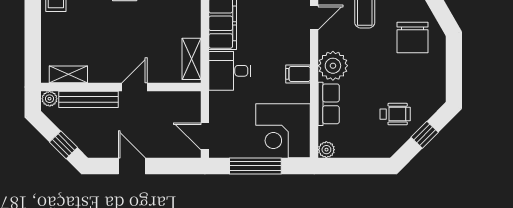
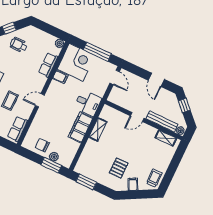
door: (314, 18) -> (40, 100), moved
shelving: (191, 59) -> (98, 129), moved
plant: (333, 66) -> (37, 82), removed
filing cabinet: (298, 74) -> (60, 77), moved

